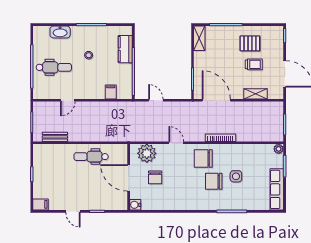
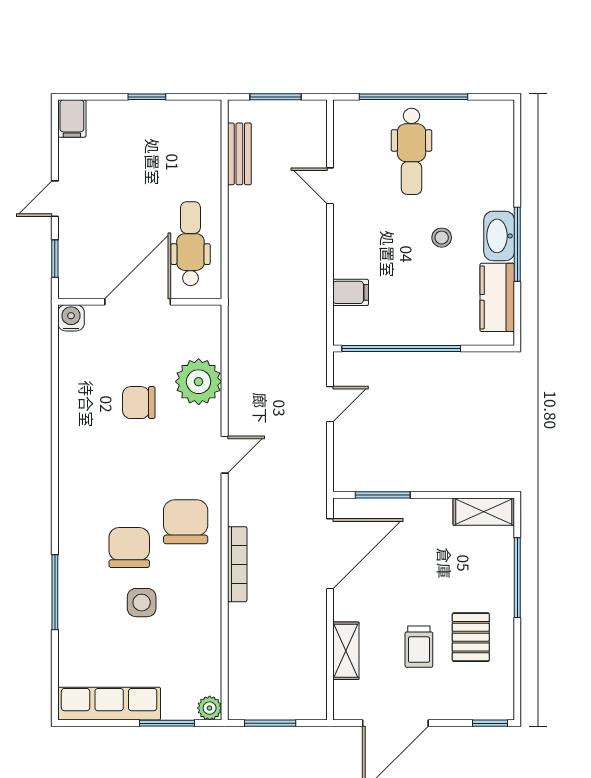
washbasin: (60, 32) -> (499, 236), moved
kitchen counter: (125, 49) -> (497, 297), moved, turned -90
wall: (129, 177) -> (140, 302), moved
door: (129, 178) -> (138, 302), moved
water cooler: (135, 205) -> (71, 318), moved

